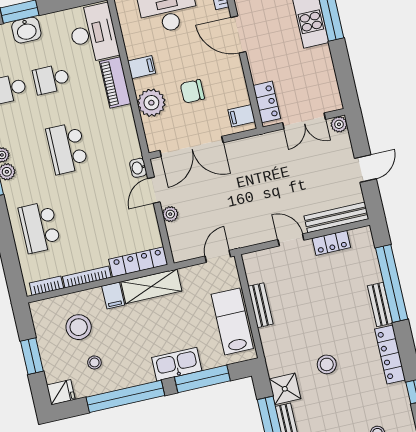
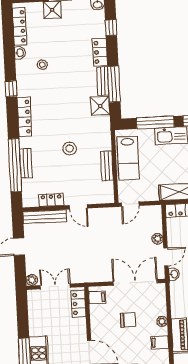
plant: (151, 103) -> (162, 321), width x0.53, depth x0.53
bench: (380, 305) -> (26, 163), moved
stool: (327, 364) -> (70, 149), moved

